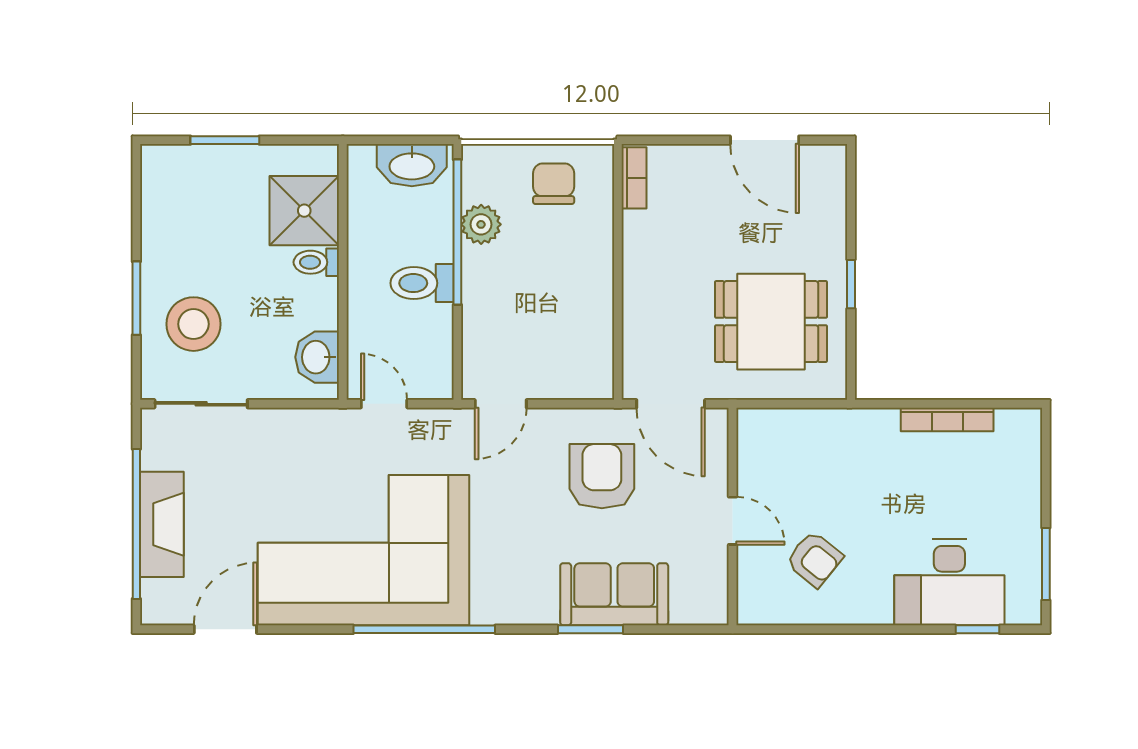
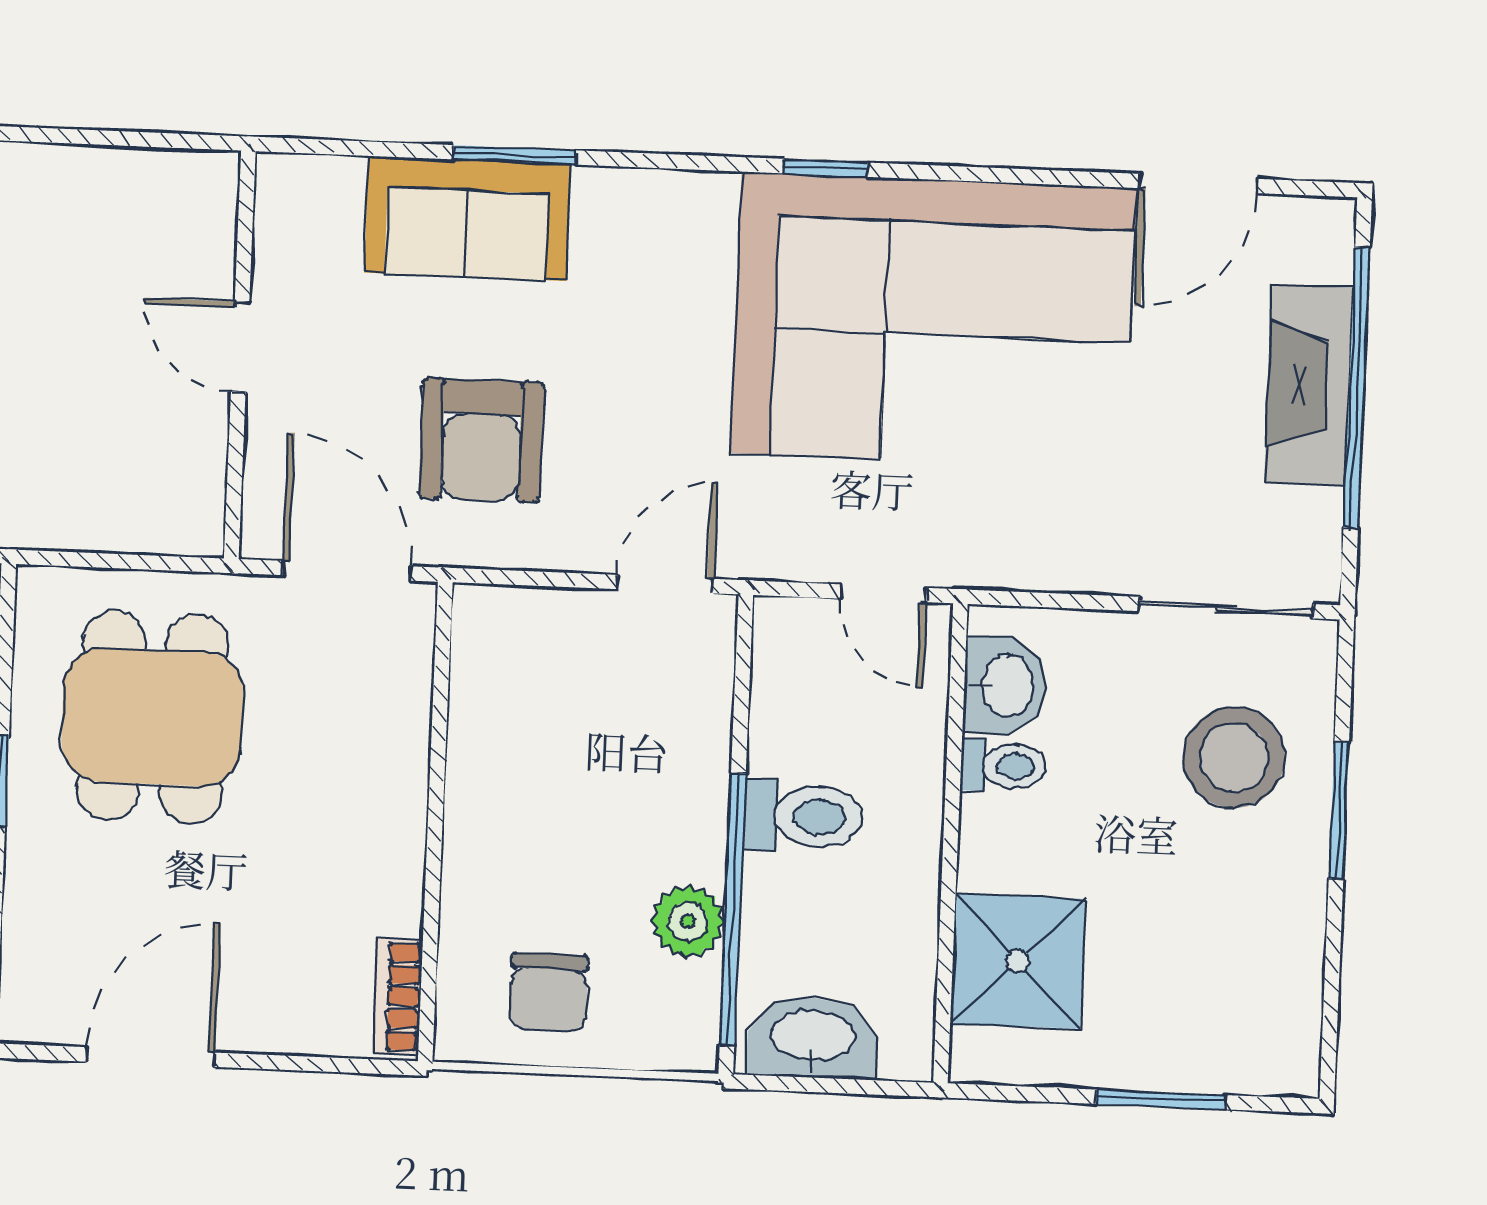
door: (765, 140) -> (150, 1057), hinge flipped
toilet: (316, 262) -> (1003, 766), moved
dining table: (771, 322) -> (152, 717), turned 90
armchair: (814, 559) -> (90, 269), removed
window: (424, 629) -> (826, 168), width x0.32

